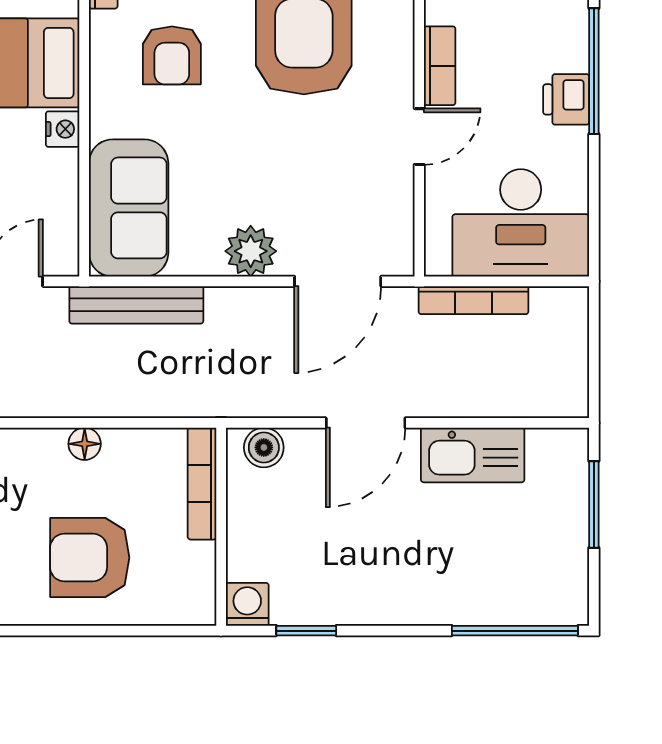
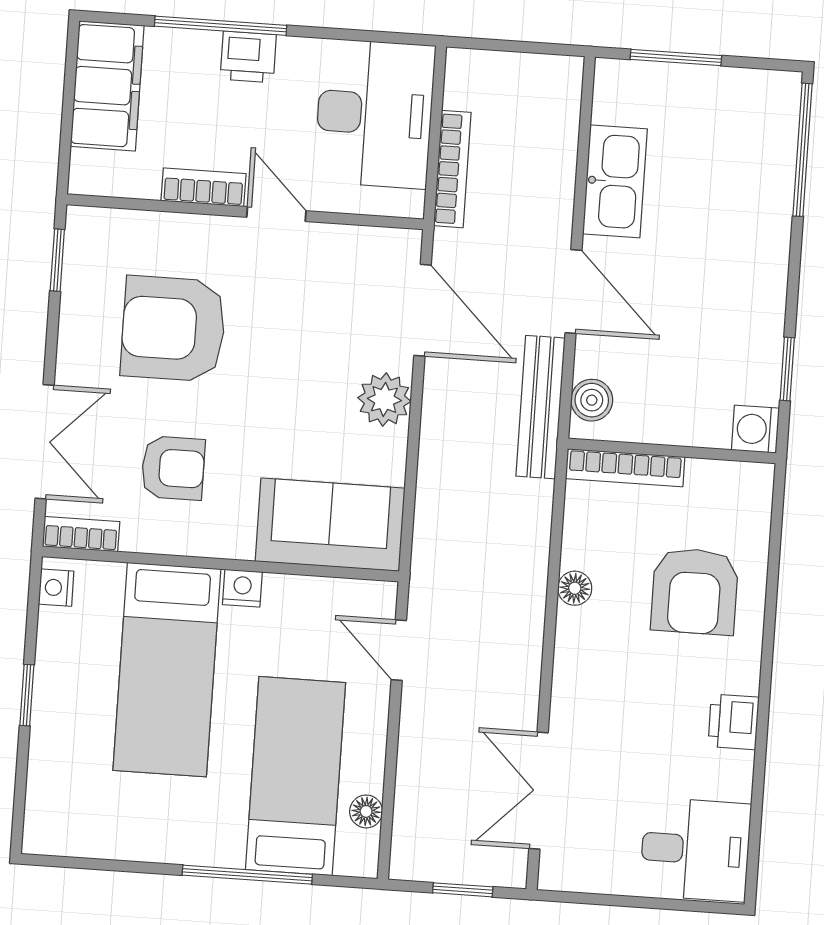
bench: (136, 305) -> (541, 407), moved

